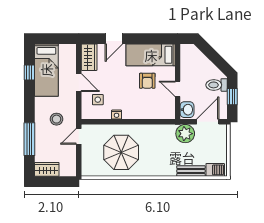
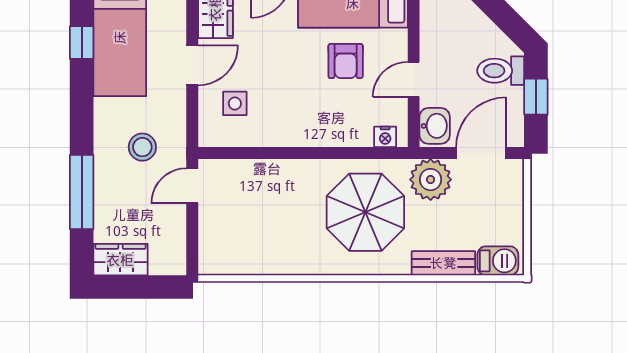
door: (79, 83) -> (192, 65), hinge flipped
door: (178, 89) -> (414, 79), hinge flipped
nightstand: (117, 115) -> (385, 137), moved
parasol: (121, 152) -> (365, 212), moved

